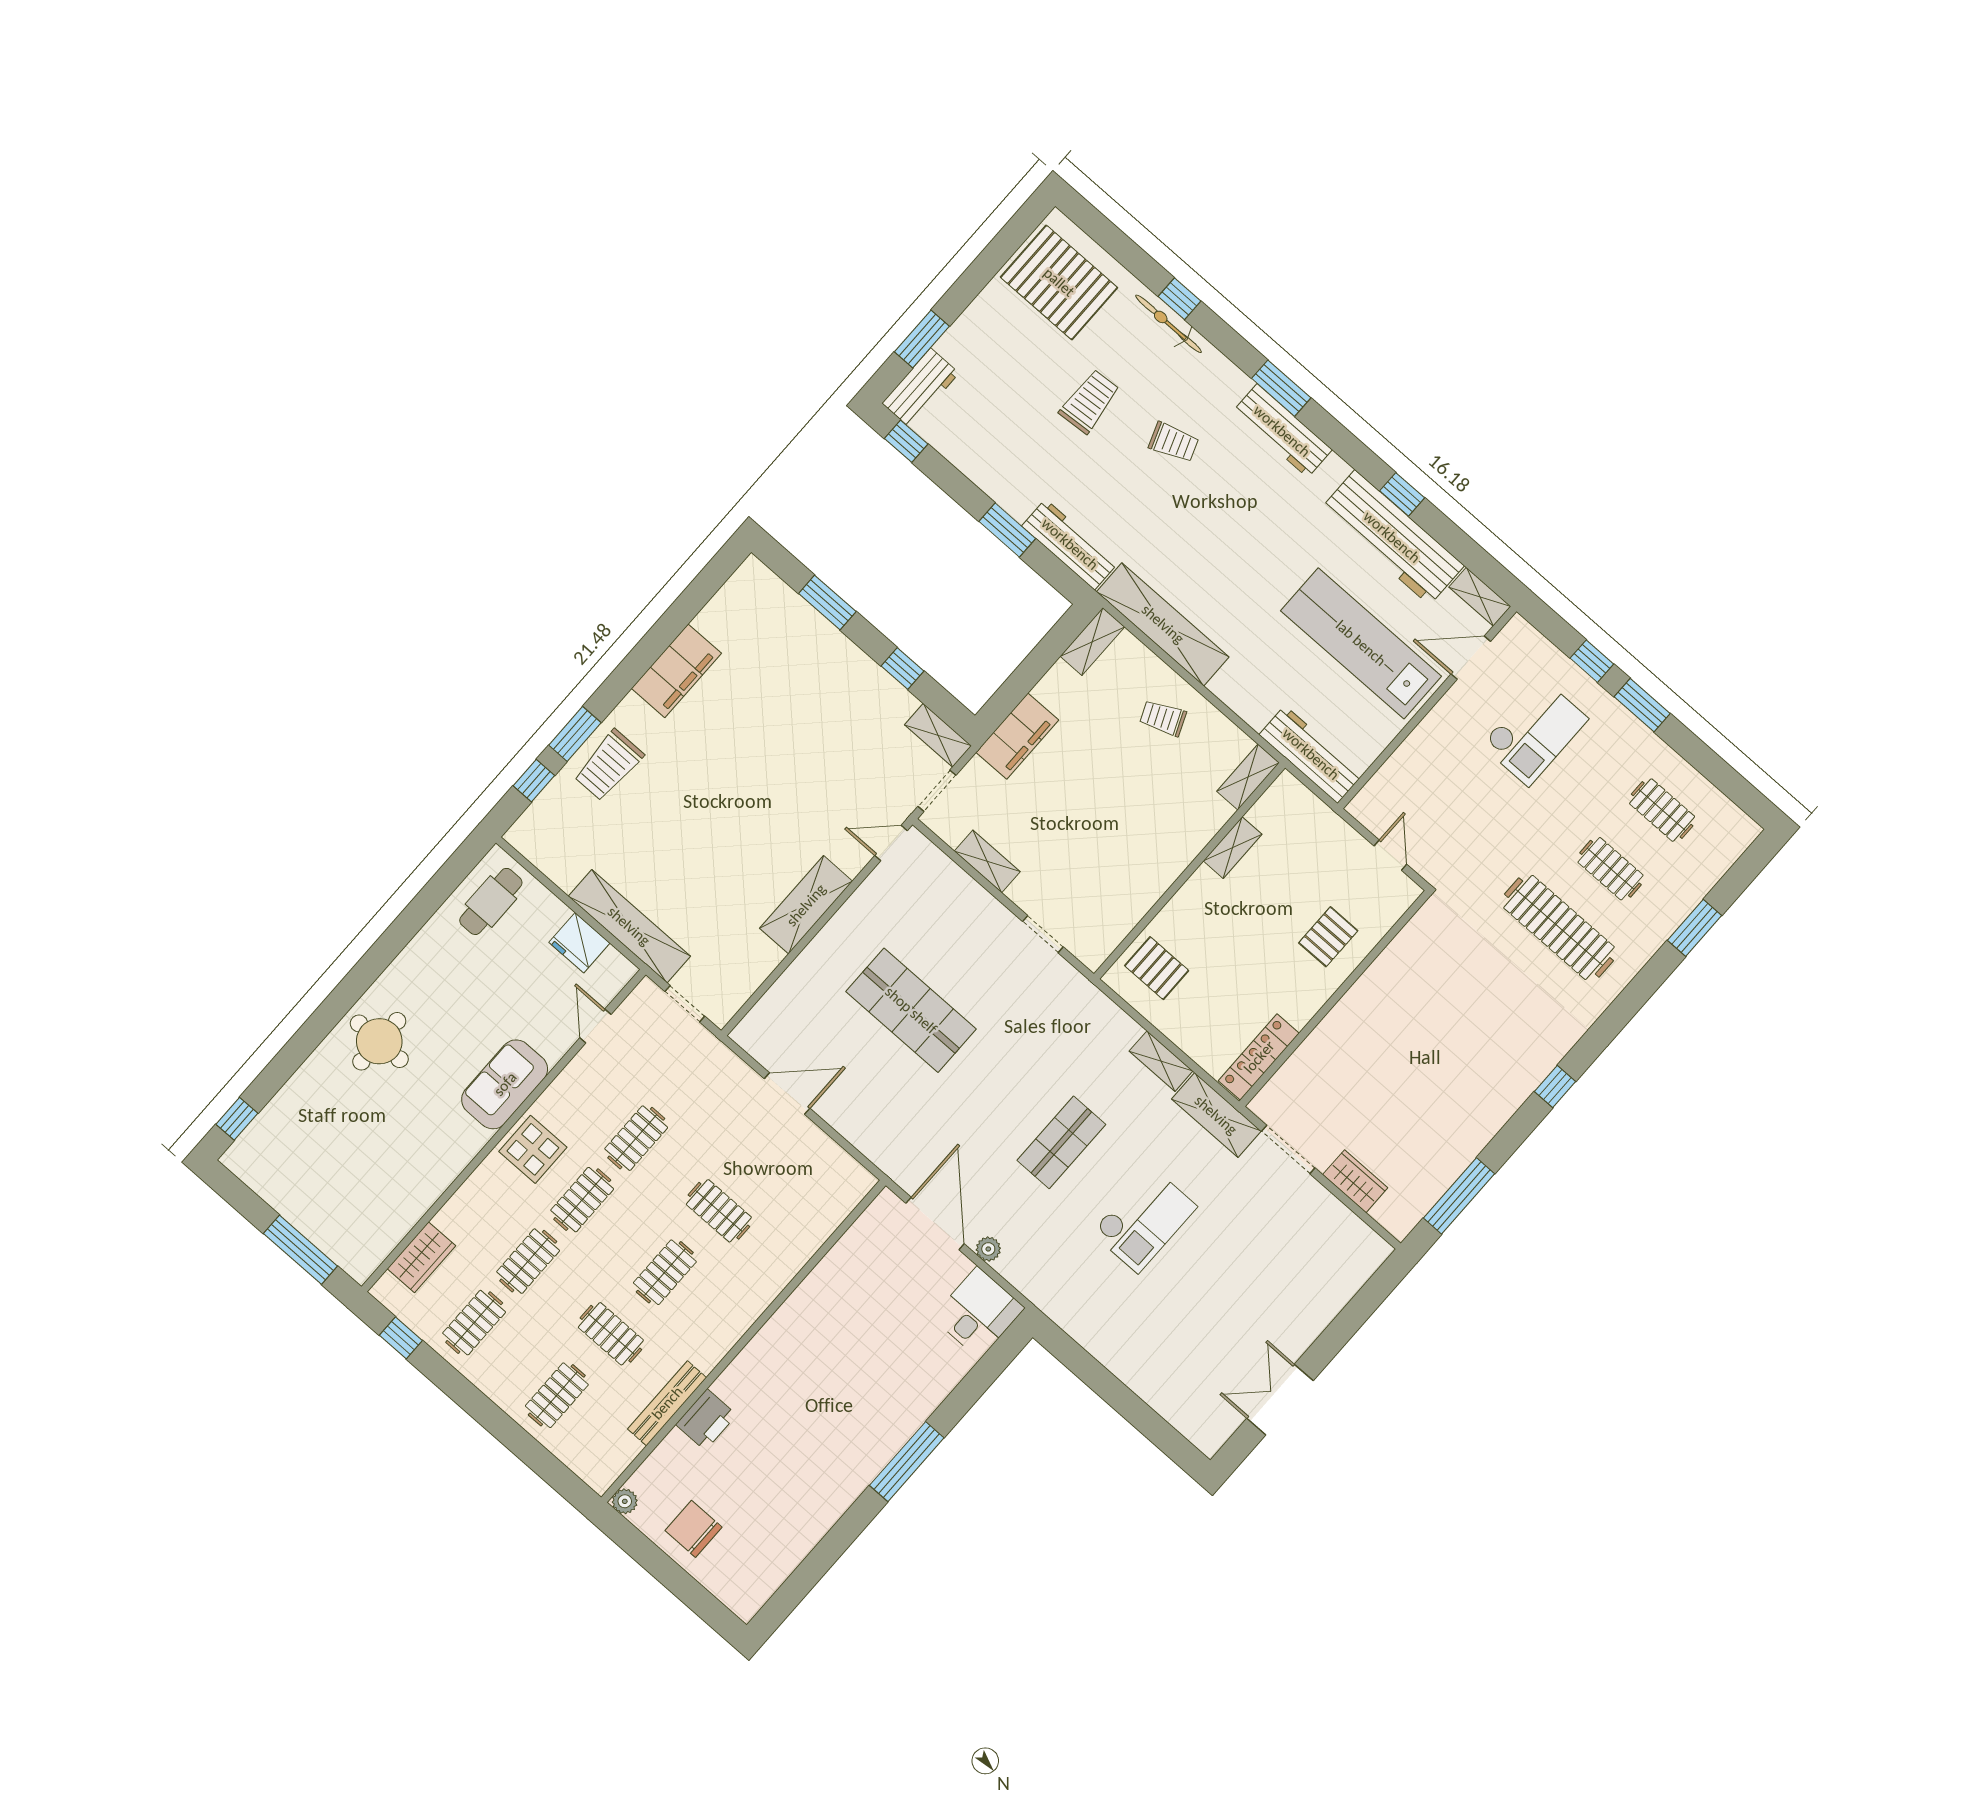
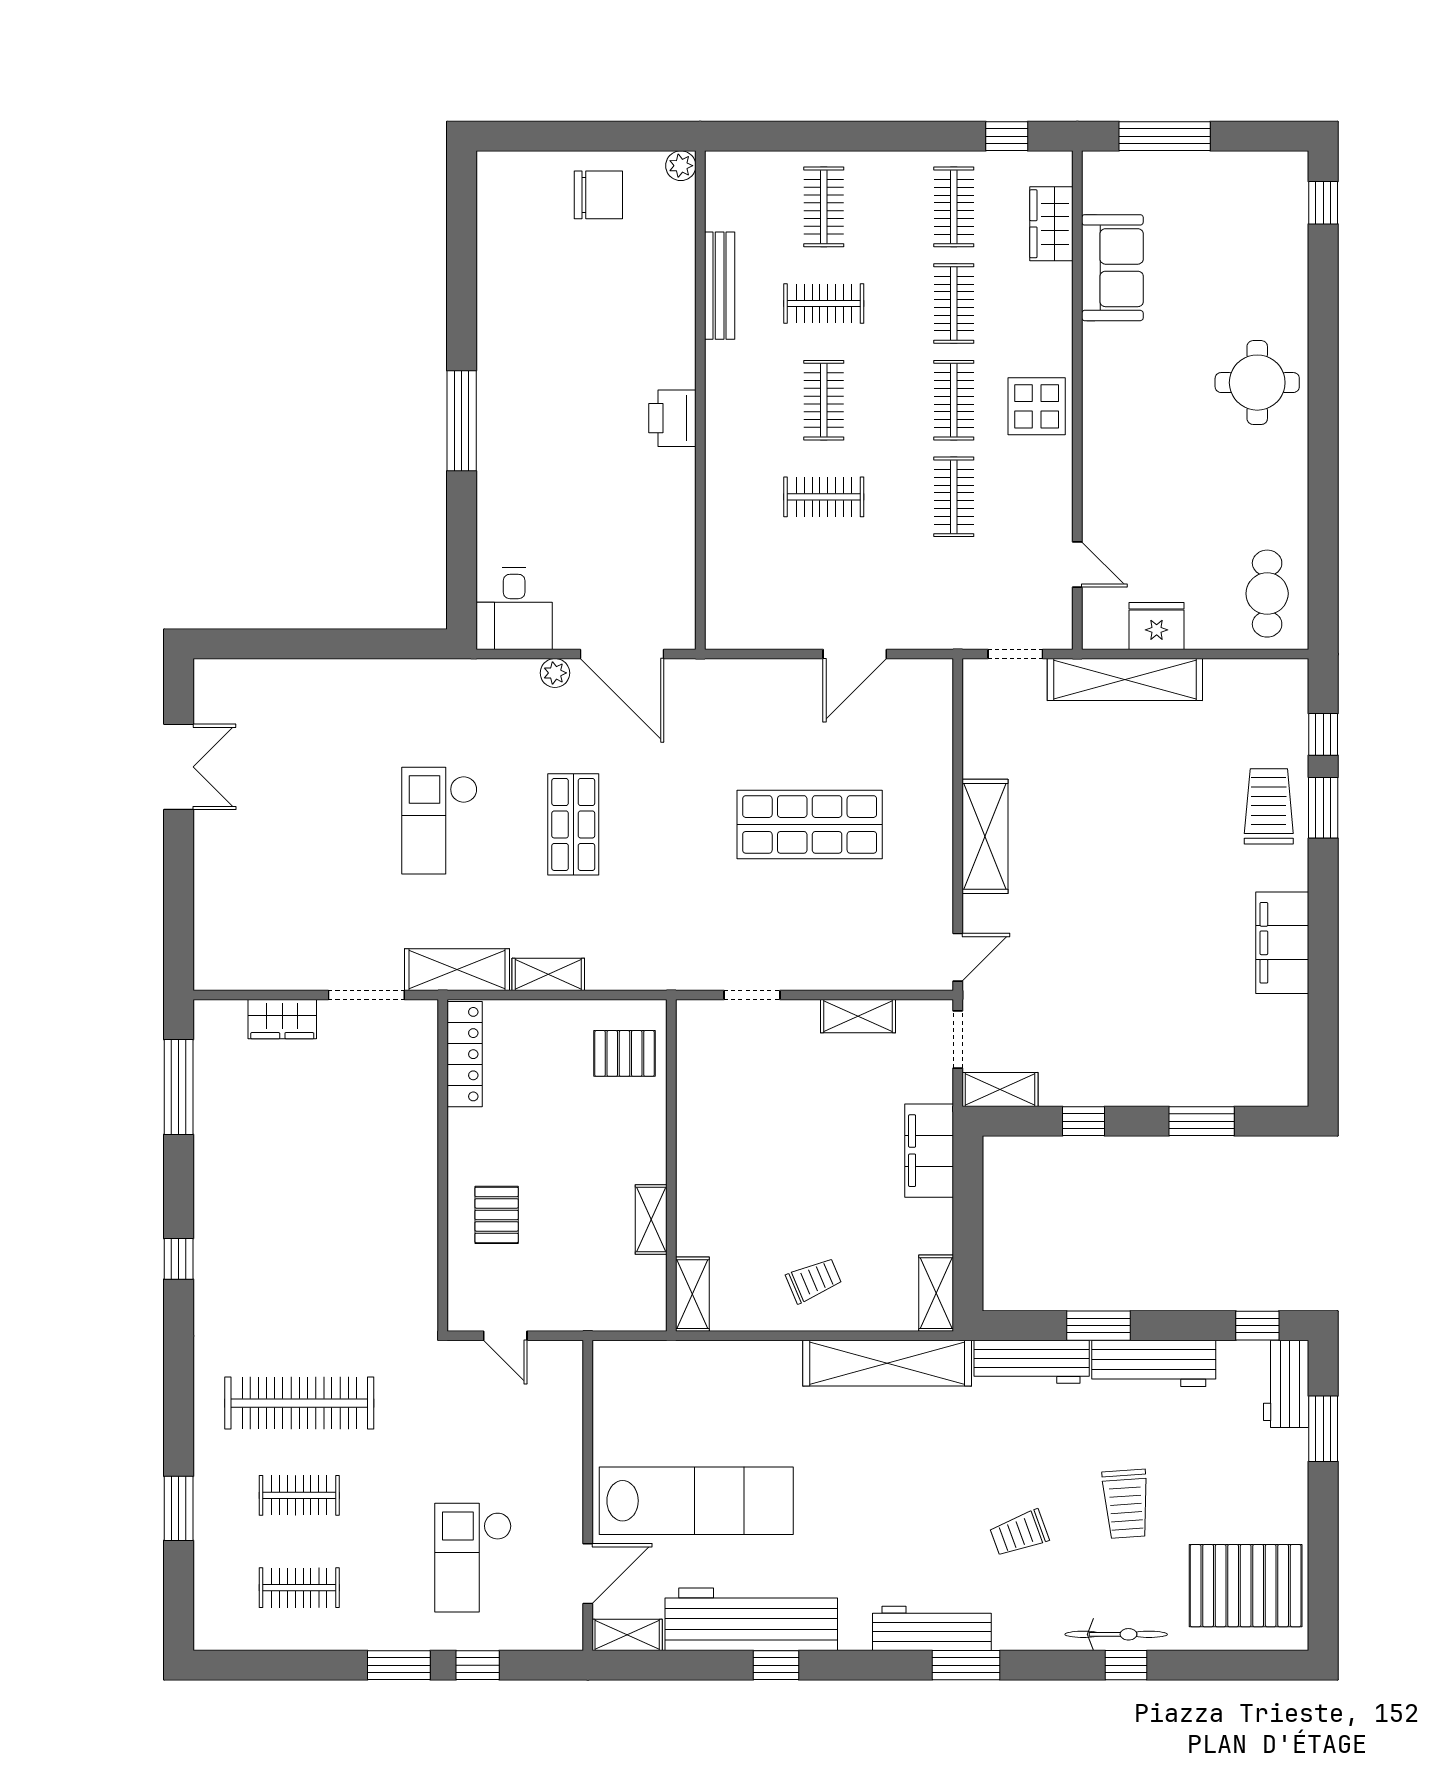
workbench: (1311, 754) -> (1154, 1363), moved
sofa: (505, 1084) -> (1112, 268), moved
printer: (706, 1420) -> (672, 418), moved

